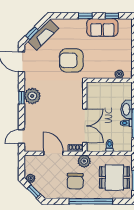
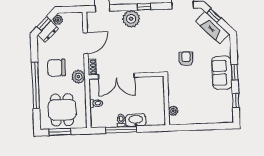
sofa: (102, 28) -> (222, 73), moved
armchair: (71, 60) -> (186, 59), width x0.53, depth x0.53
plant: (32, 96) -> (131, 19), moved
dresser: (41, 188) -> (48, 32), added

